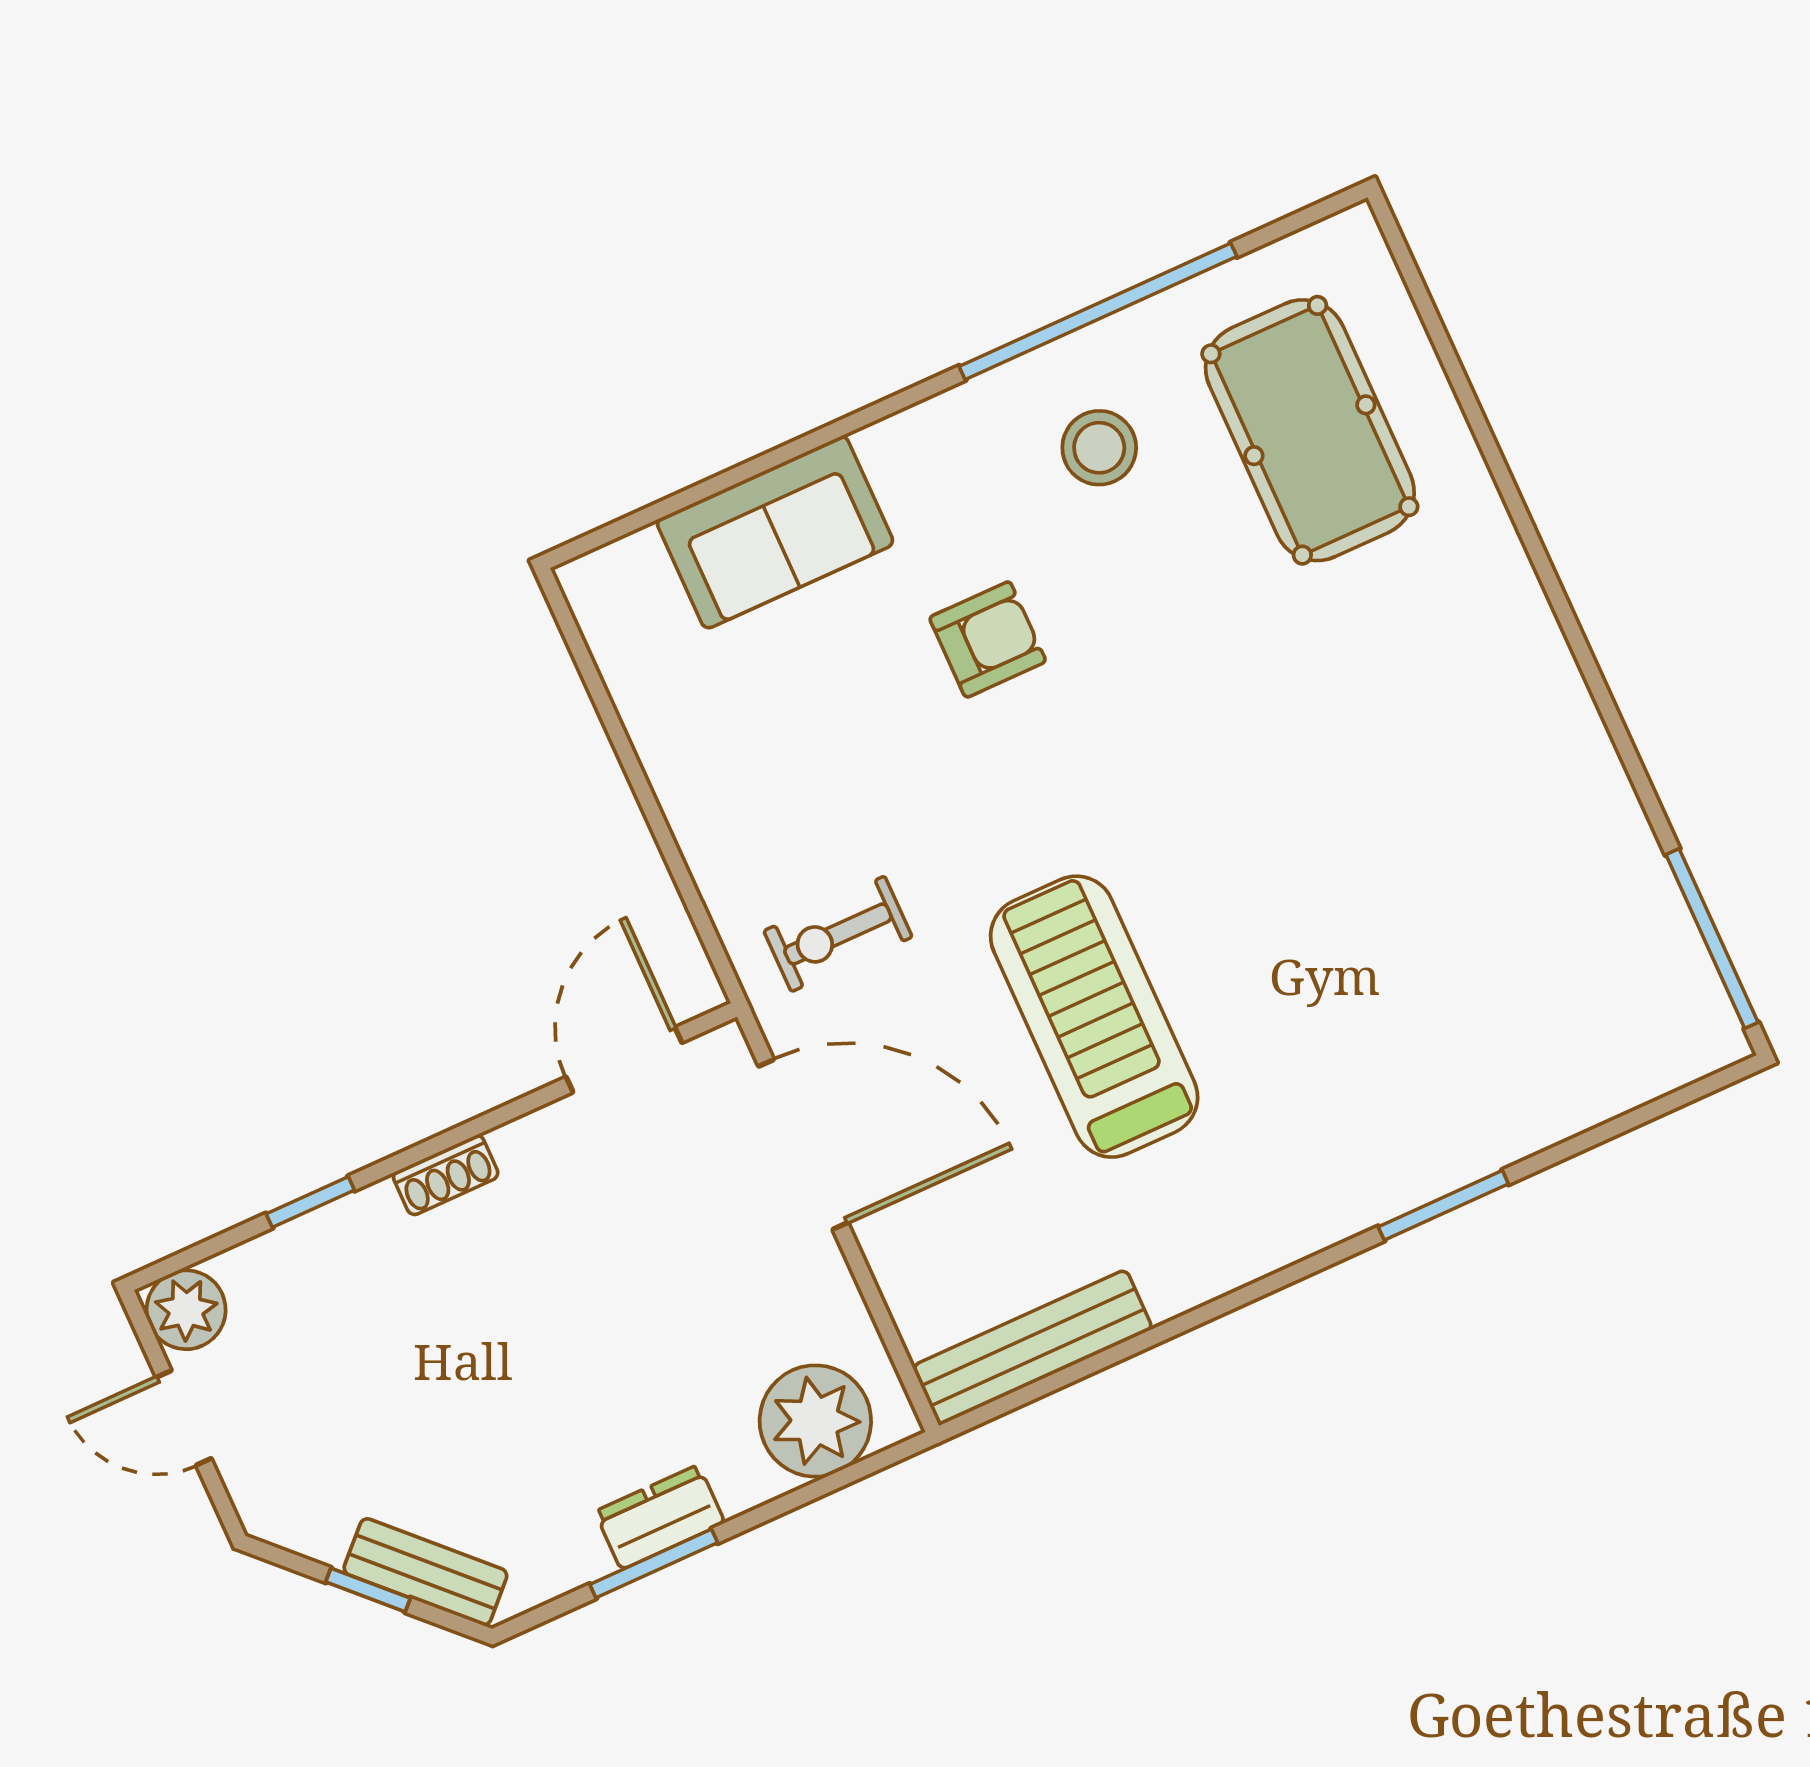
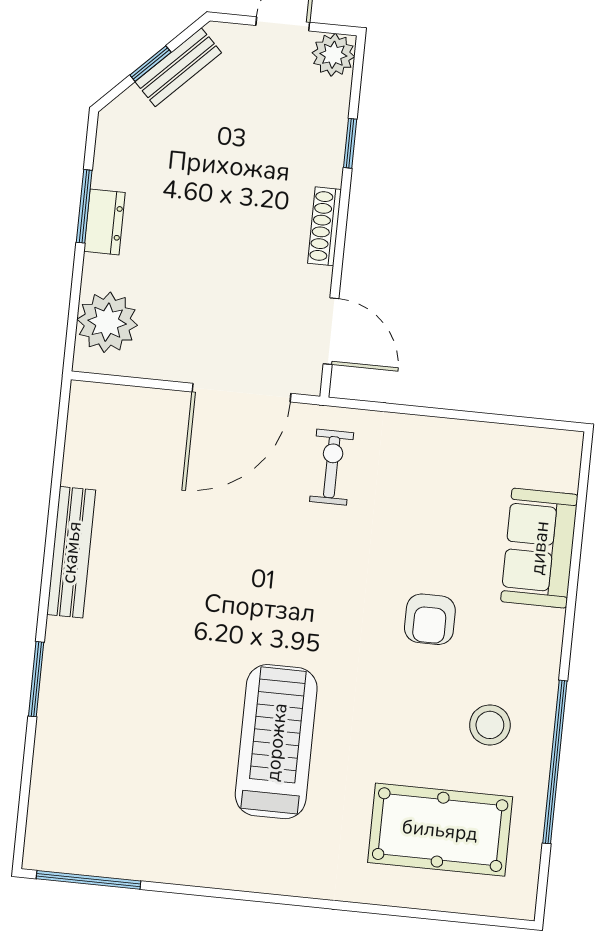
treadmill: (1094, 1017) -> (276, 742), moved, turned -90
shoe rack: (446, 1175) -> (324, 226), width x1.43
bench: (1033, 1347) -> (71, 552), moved
bench: (425, 1572) -> (178, 67), moved

